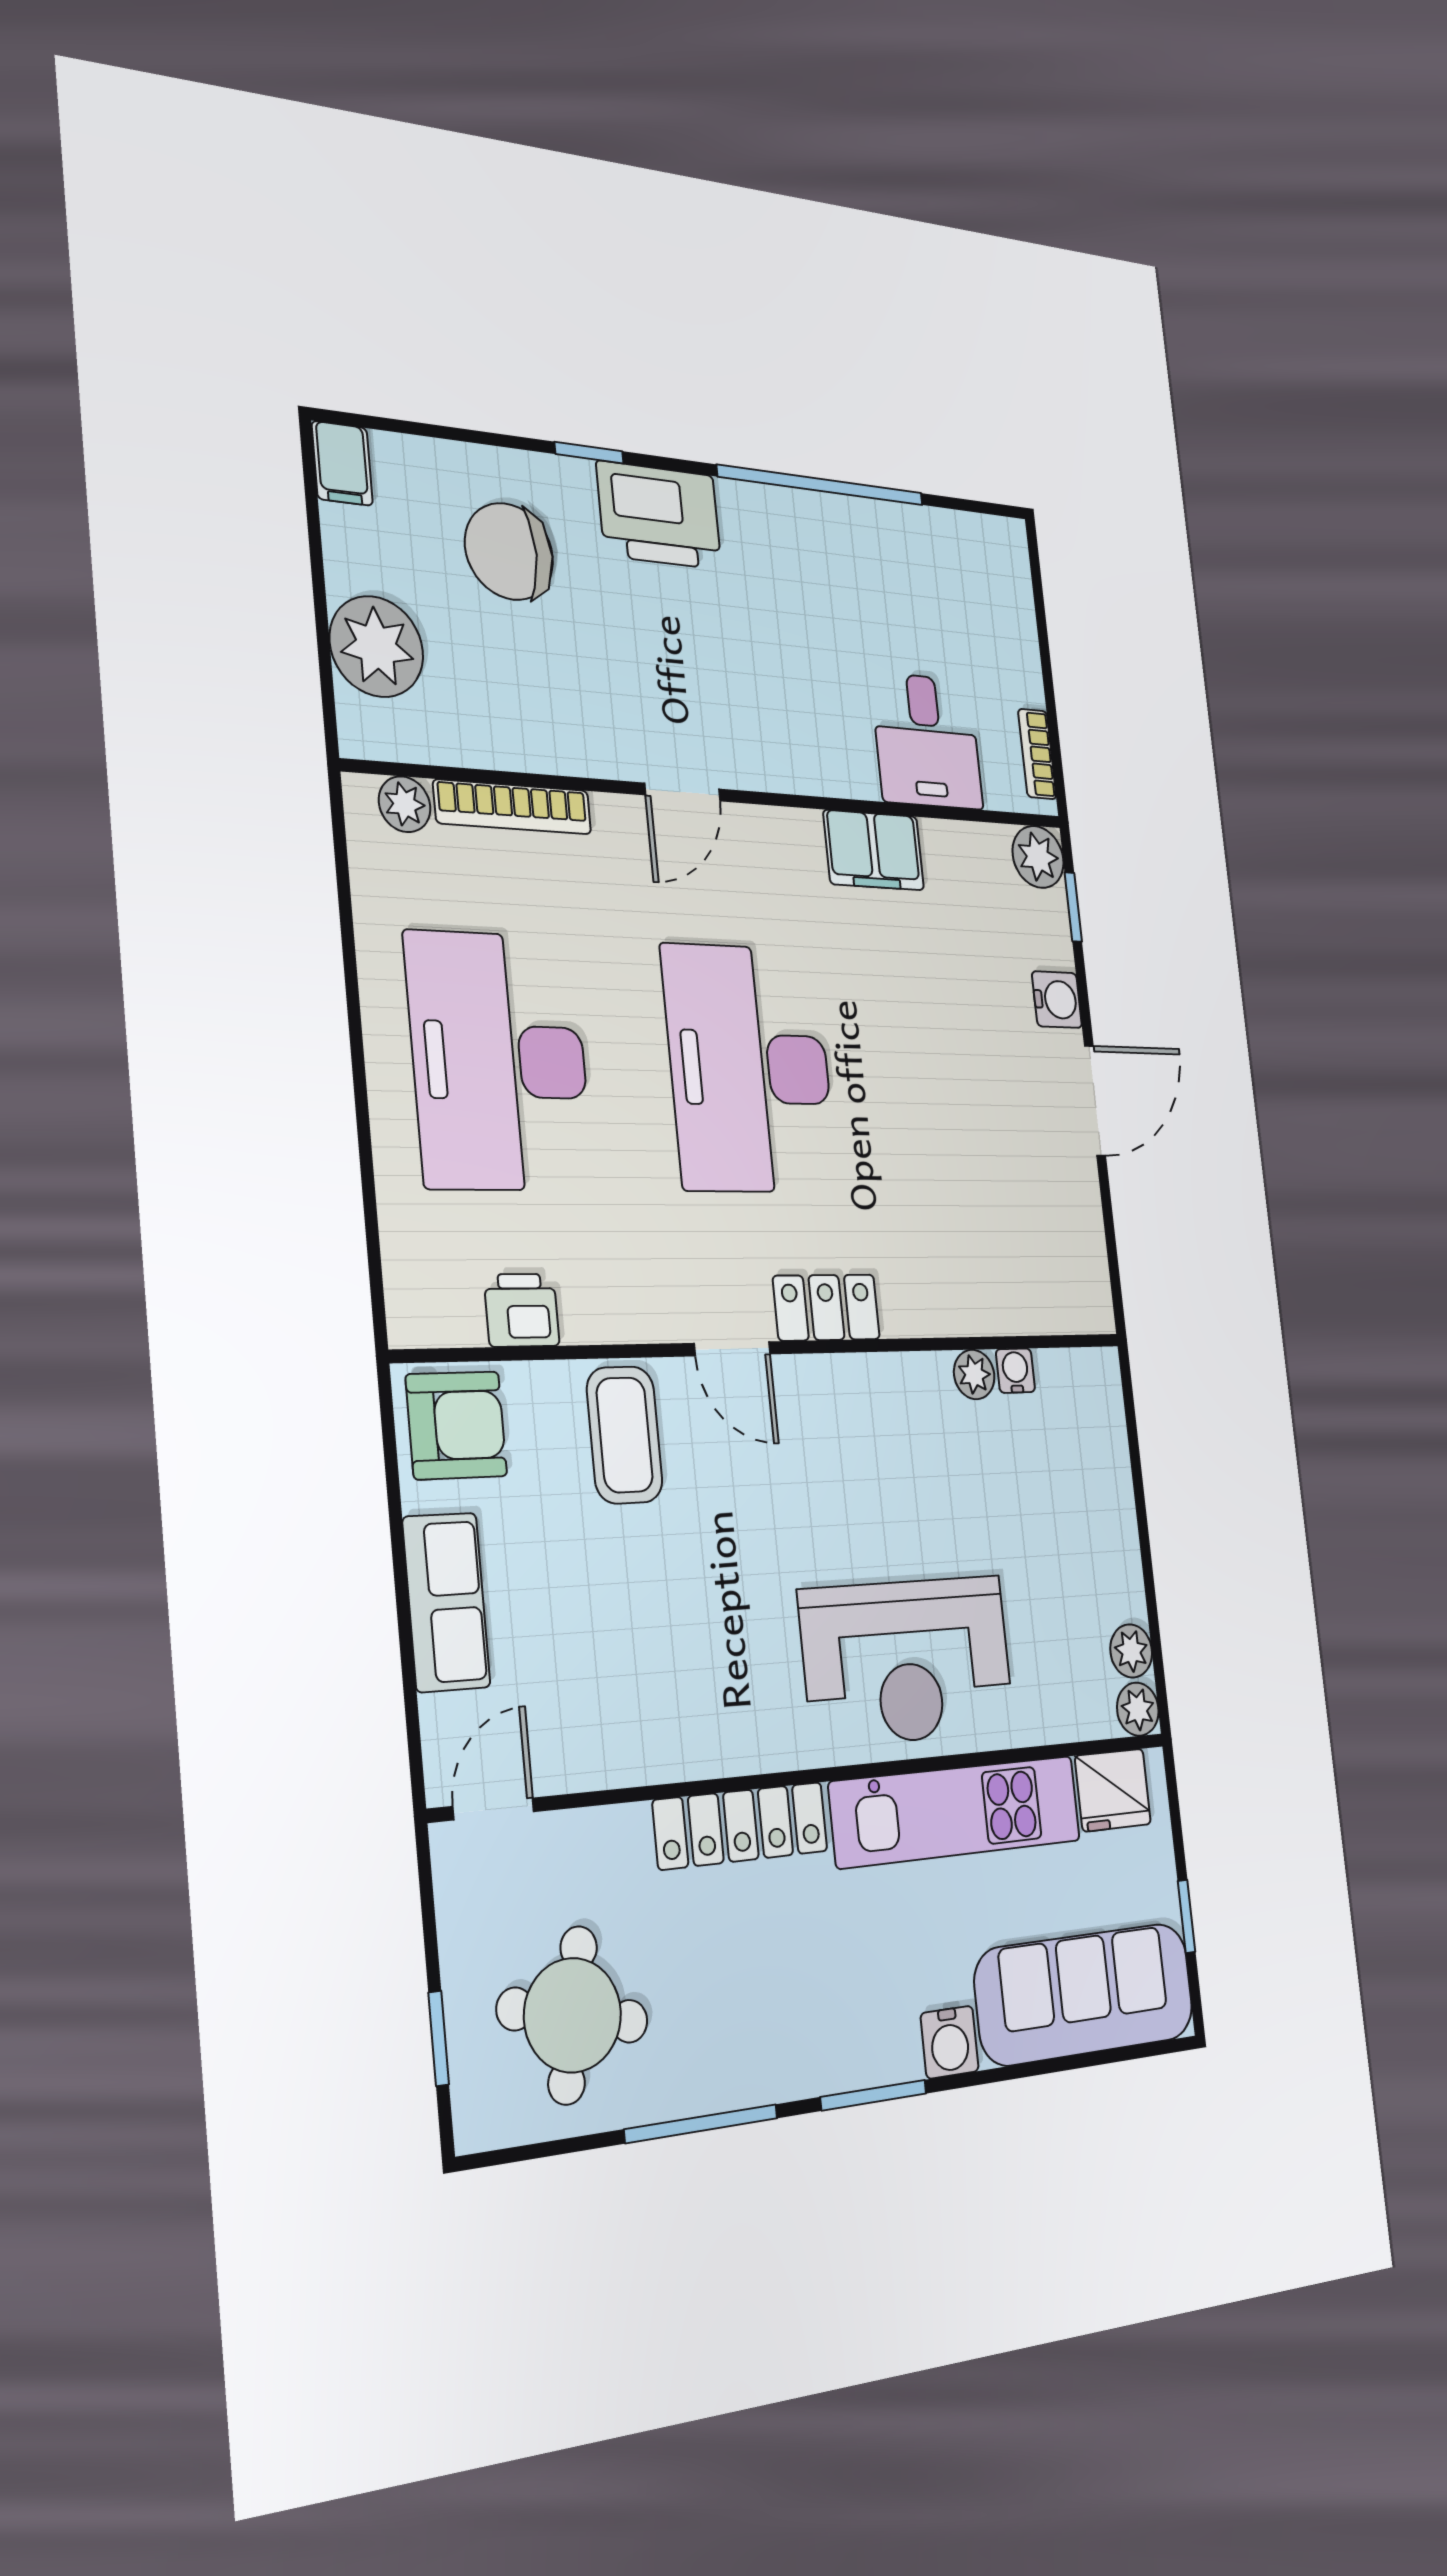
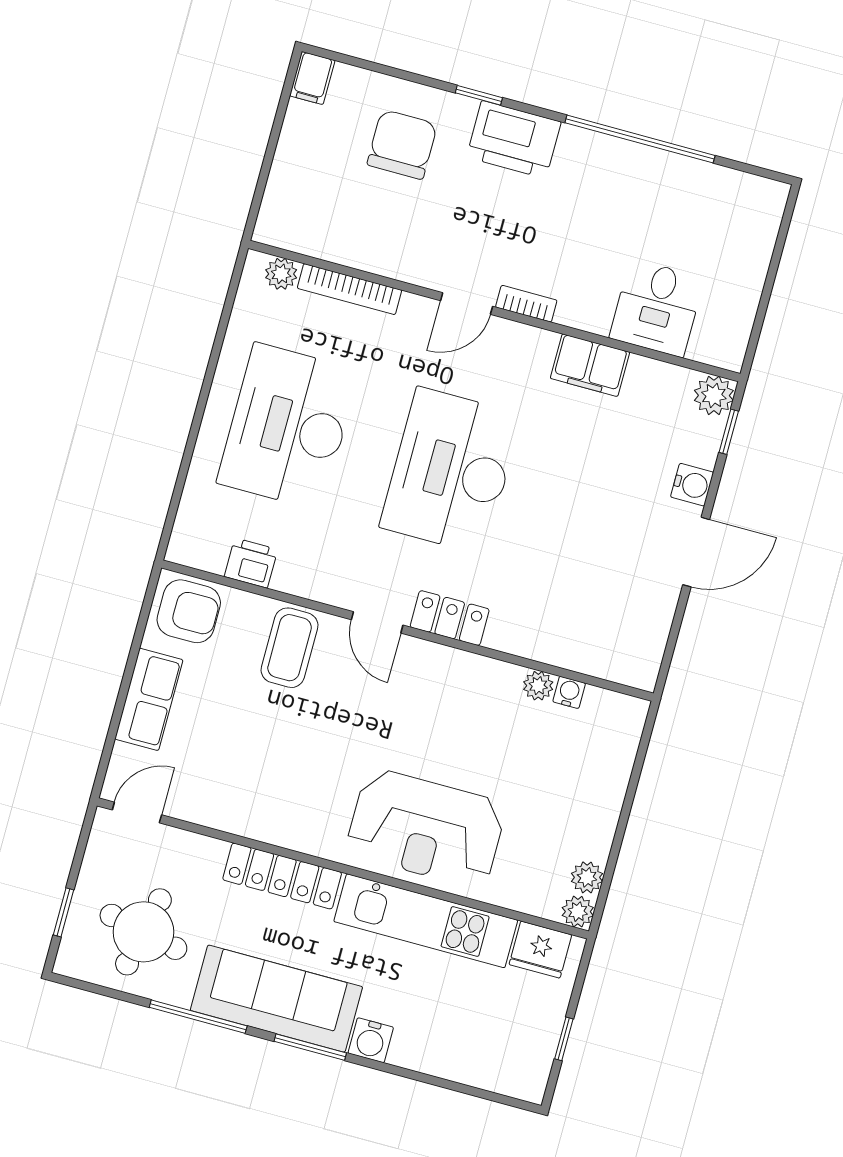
chair: (509, 551) -> (402, 144), turned 90
plant: (377, 647) -> (296, 184), removed
bookcase: (1037, 754) -> (526, 304), moved, turned 90
sofa: (1085, 1994) -> (276, 999), moved

